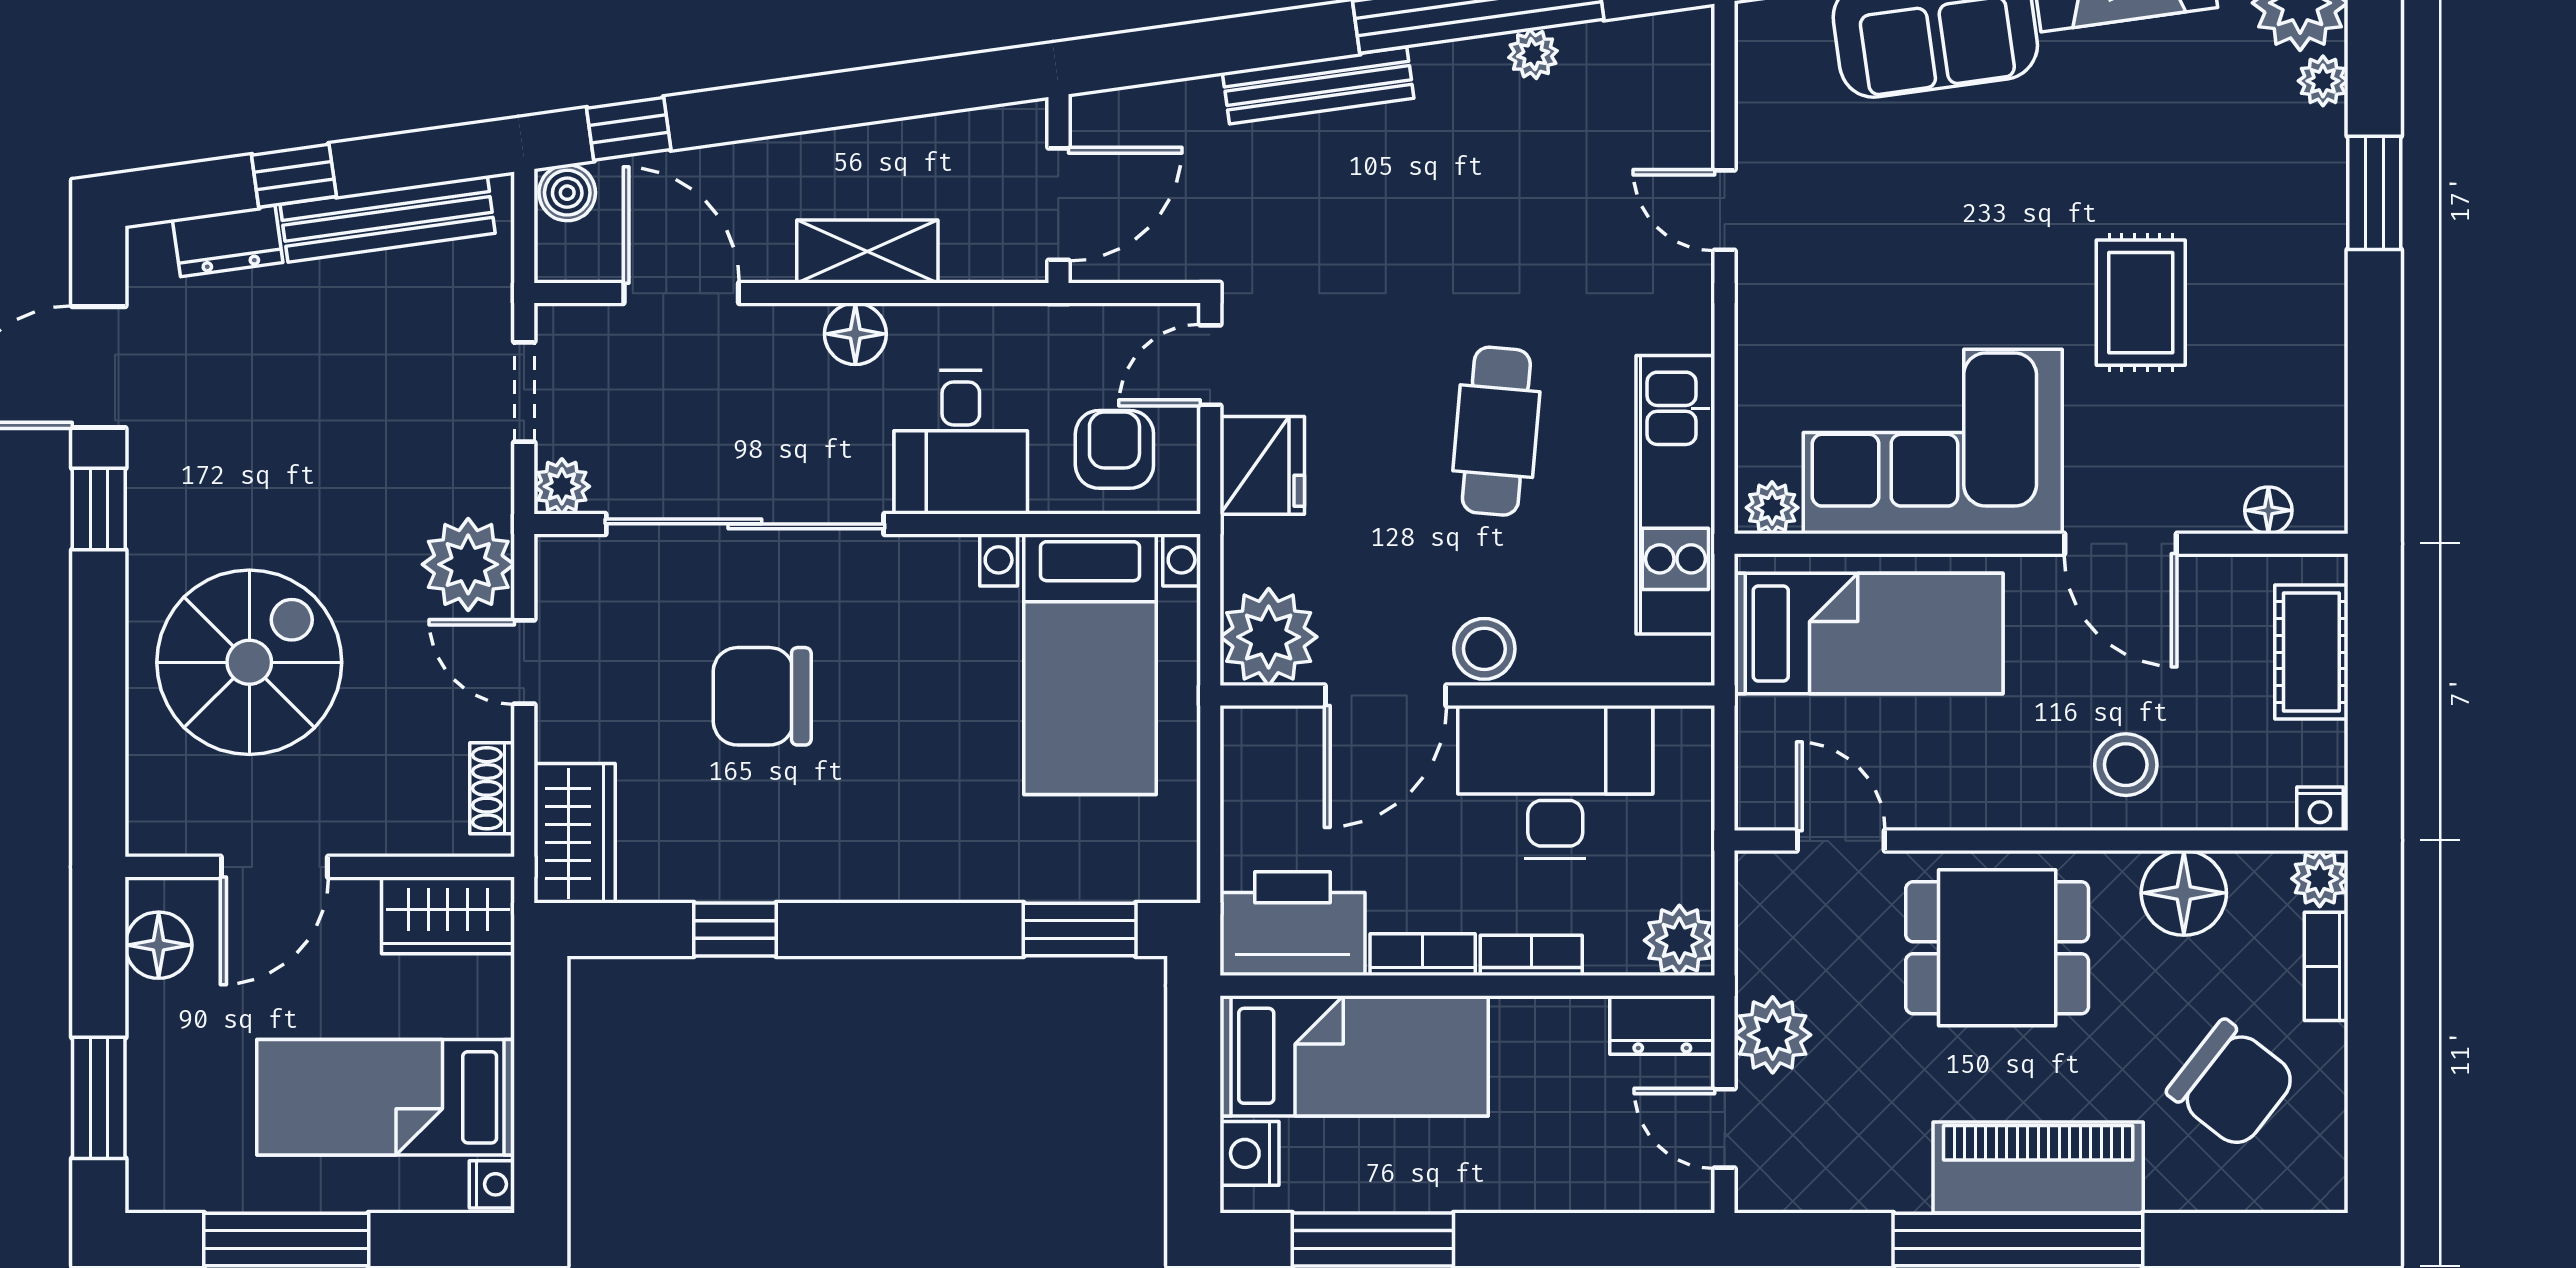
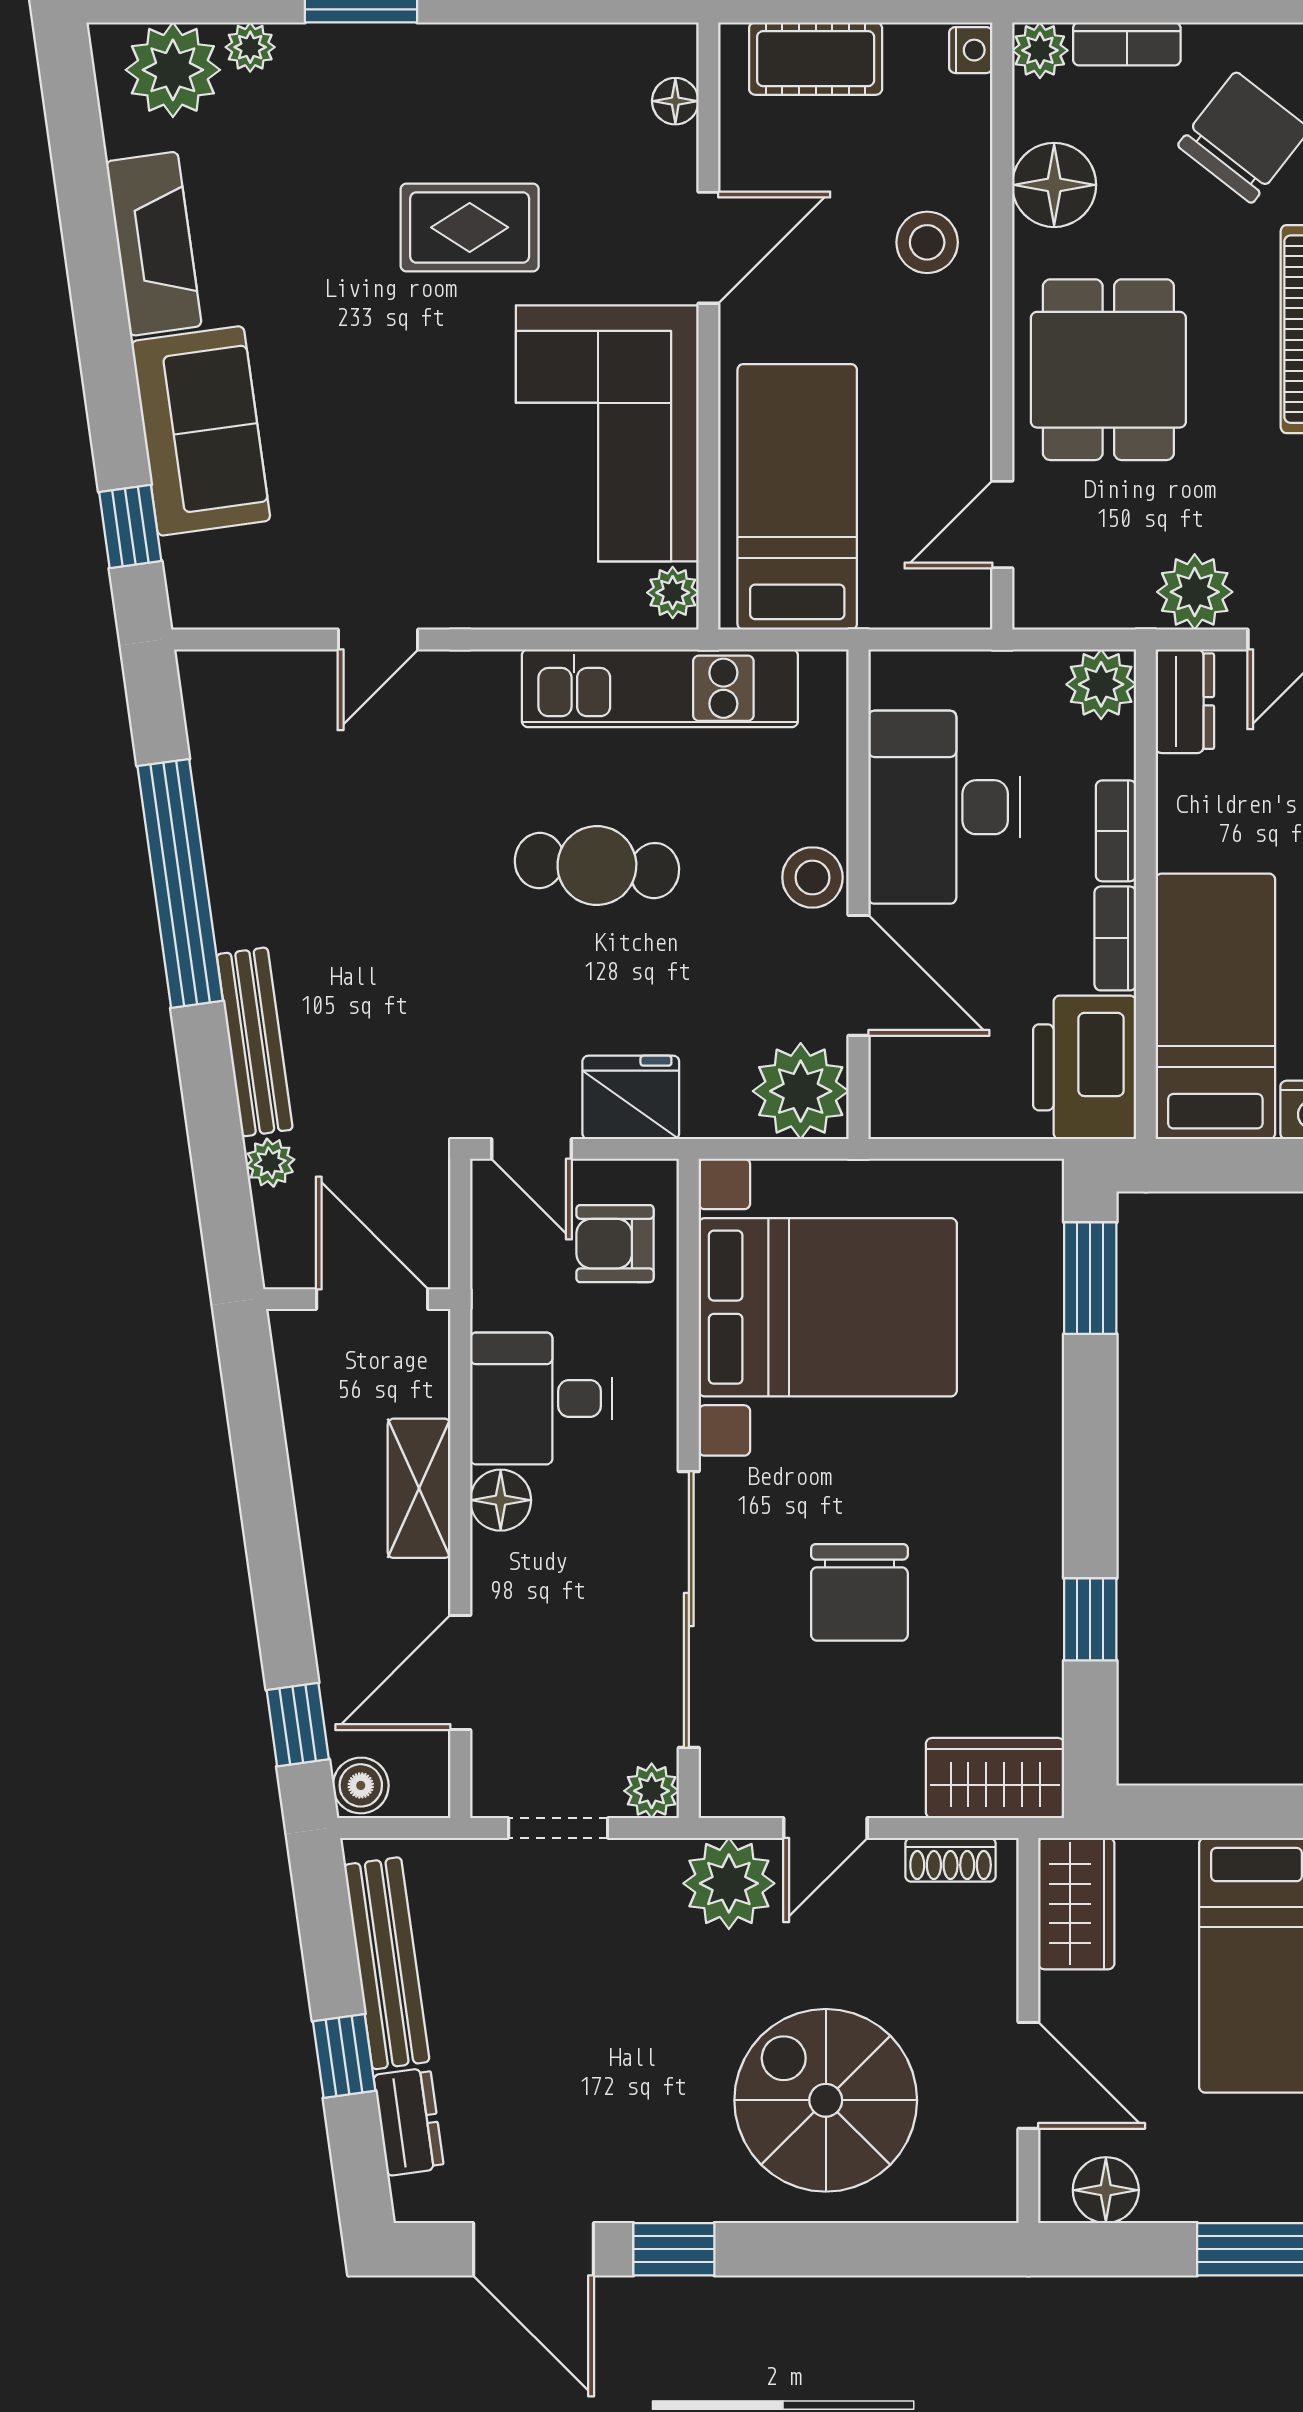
plant: (1533, 54) -> (270, 1163), moved
desk: (961, 442) -> (541, 1398), moved, turned 180
bed with nightstands: (1090, 664) -> (828, 1307), width x1.36

